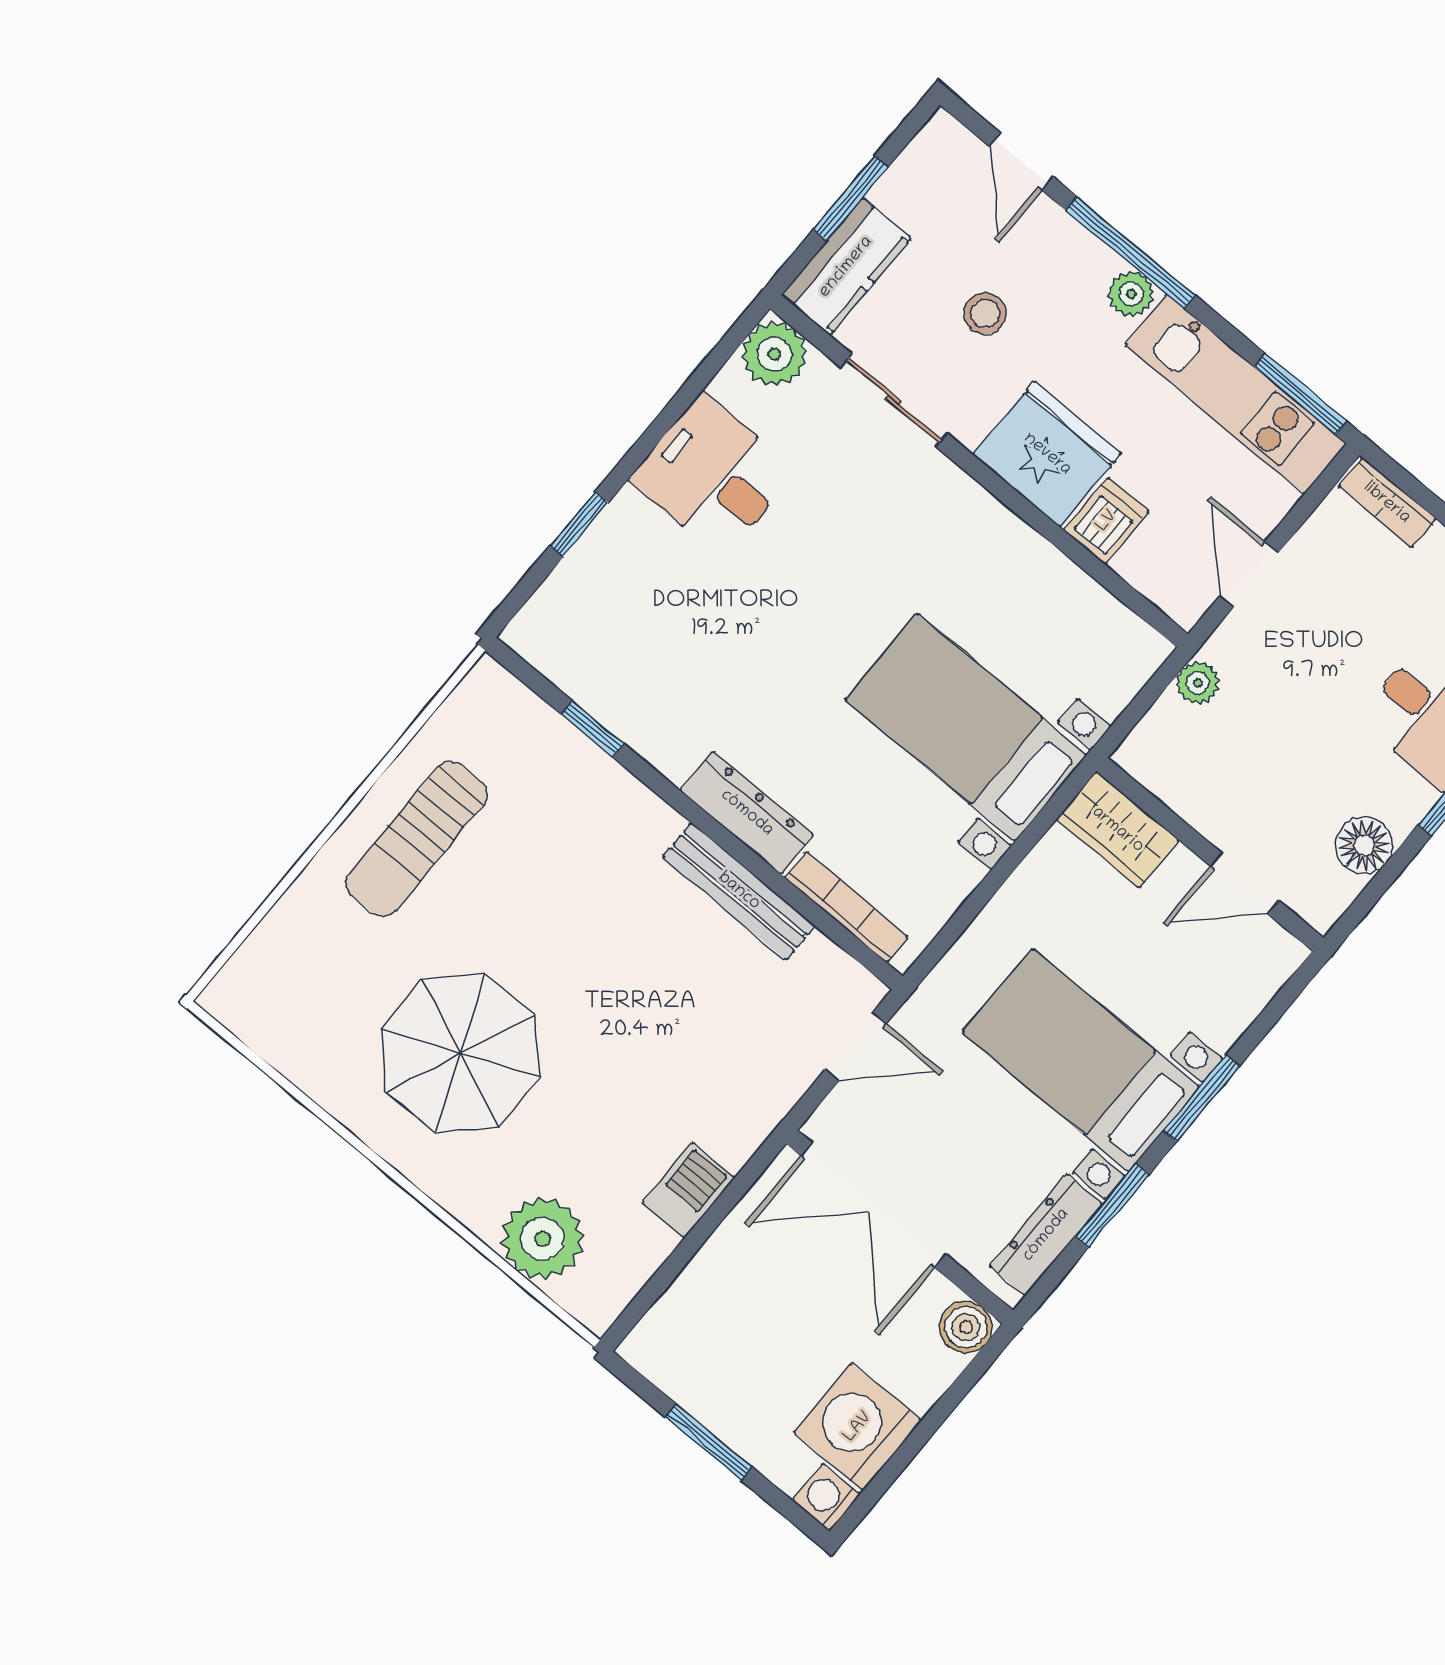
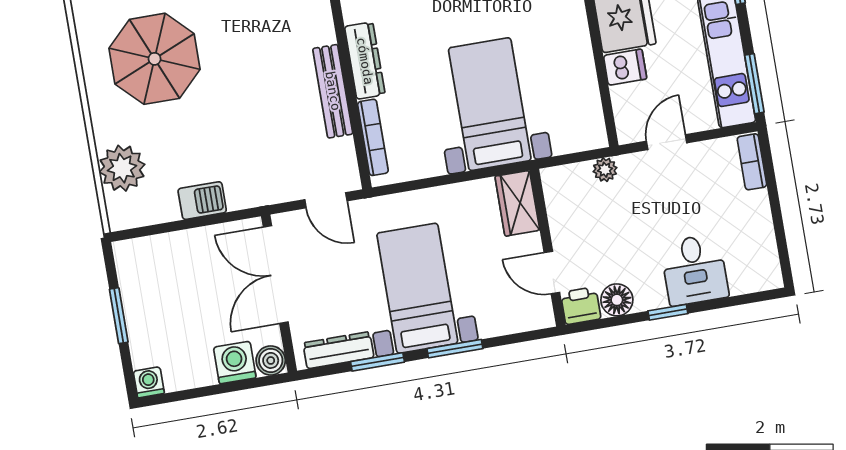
printer: (1322, 895) -> (581, 306), added
washing machine: (858, 1427) -> (235, 363), moved, width x0.73, depth x0.73

